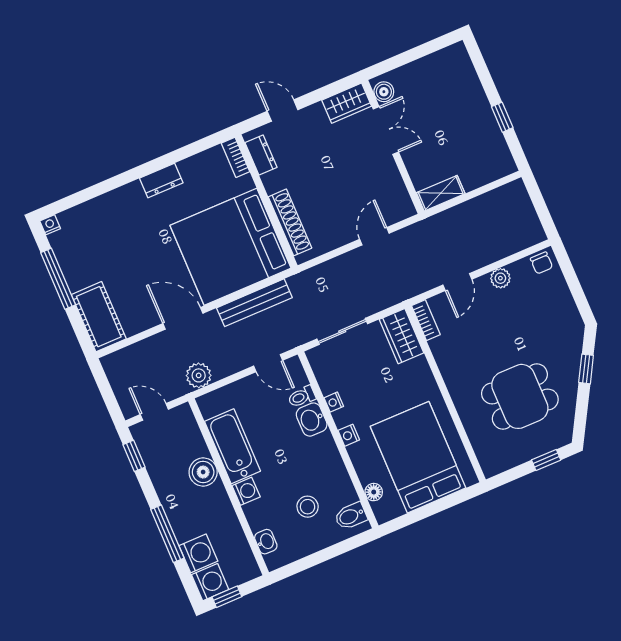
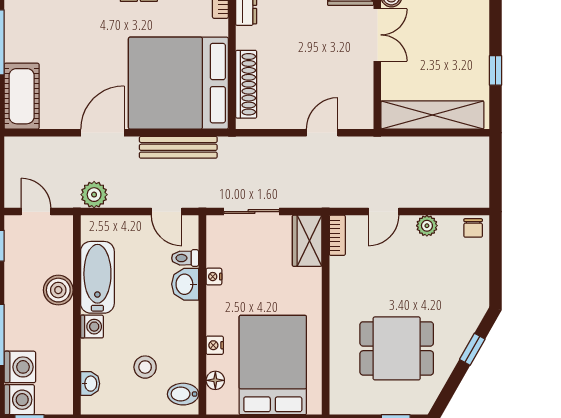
shelving: (441, 193) -> (432, 115), width x2.20, depth x1.33
door: (183, 318) -> (102, 133), hinge flipped
nightstand: (349, 435) -> (215, 345), moved

